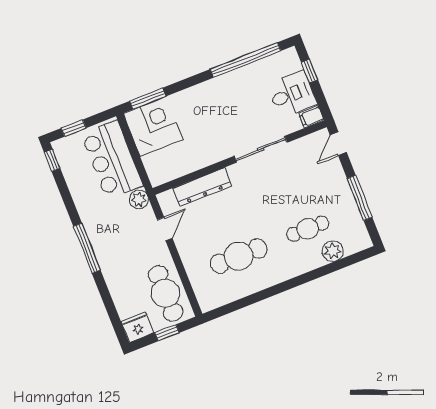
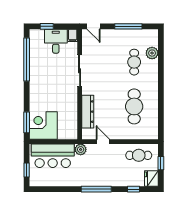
window: (52, 160) -> (134, 189), moved
cafe table: (166, 293) -> (139, 155), width x0.73, depth x0.74

